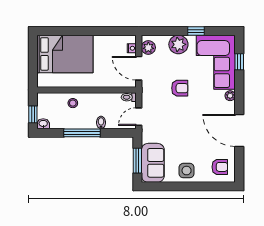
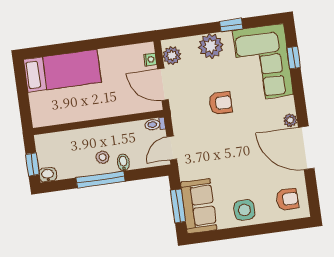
bed: (65, 54) -> (62, 71), width x0.67
plant: (230, 96) -> (290, 120), moved
stool: (73, 103) -> (103, 157), moved

